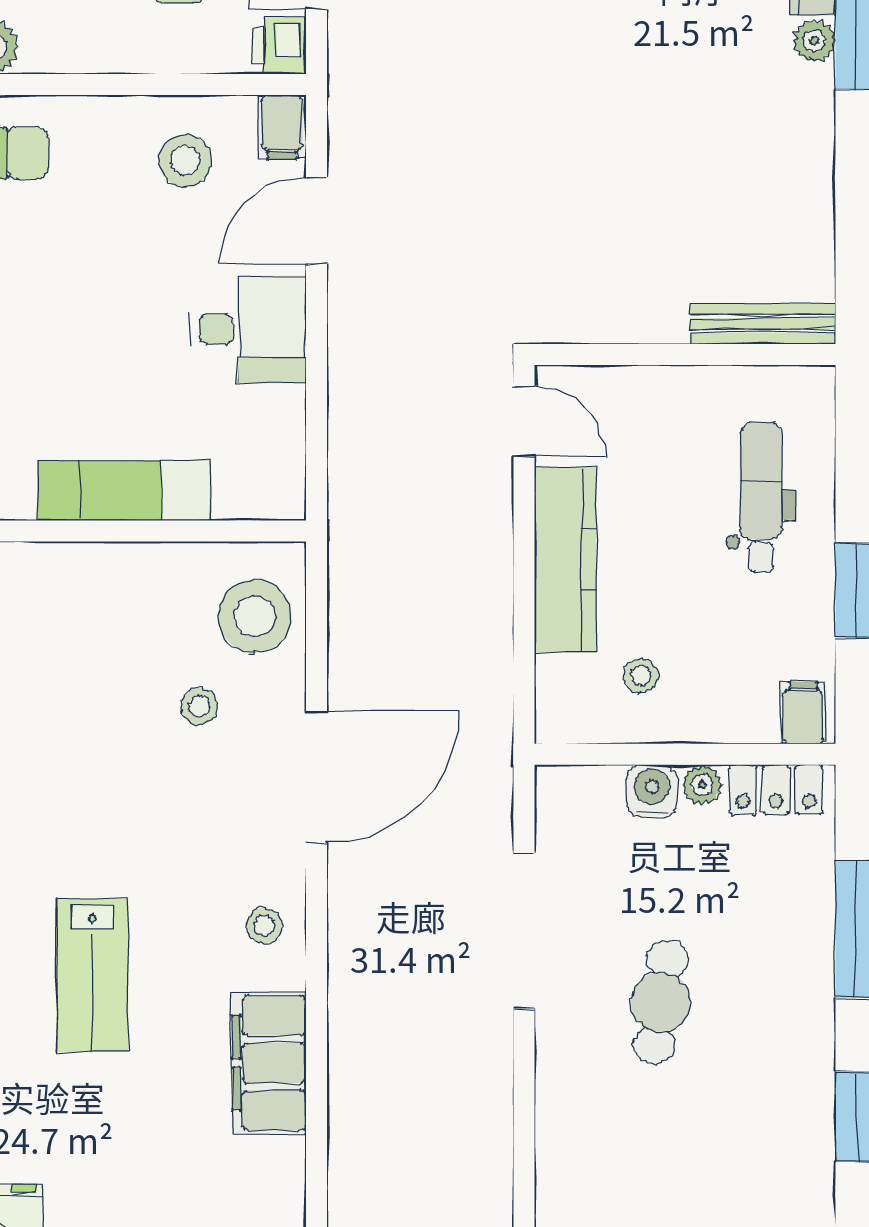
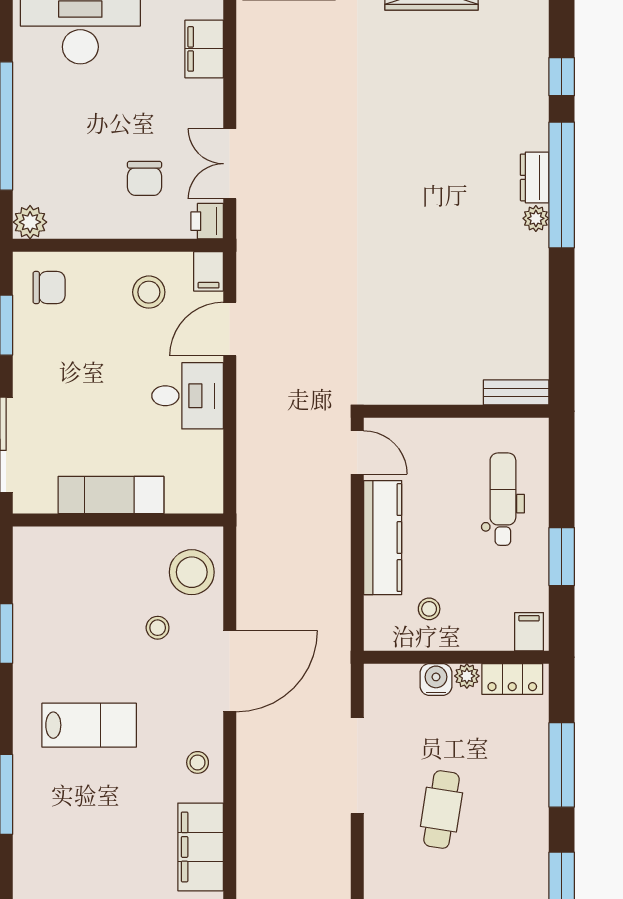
bench: (763, 324) -> (516, 392), width x0.73
lab bench: (92, 975) -> (89, 725), moved, turned -90

